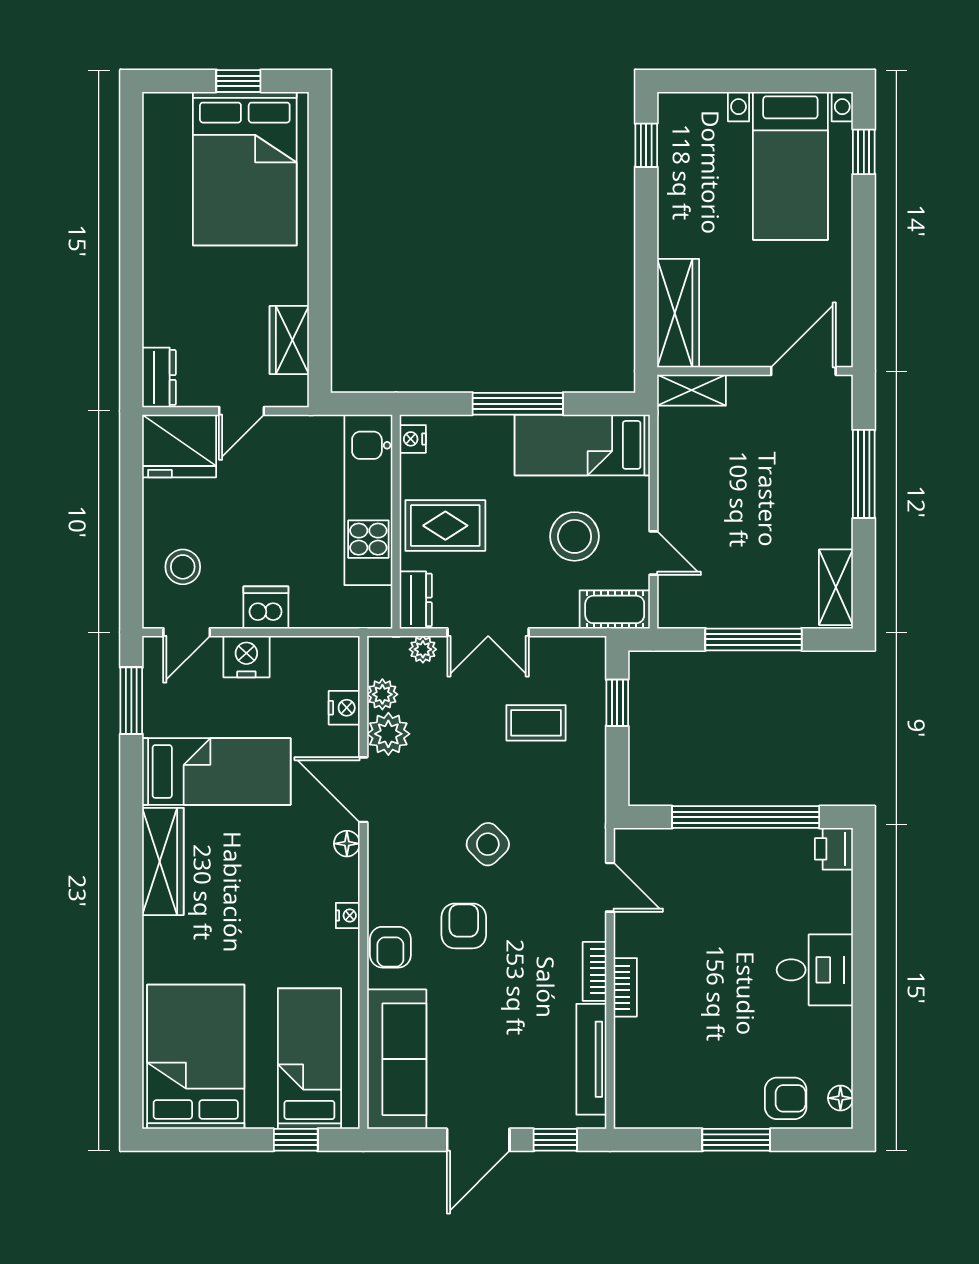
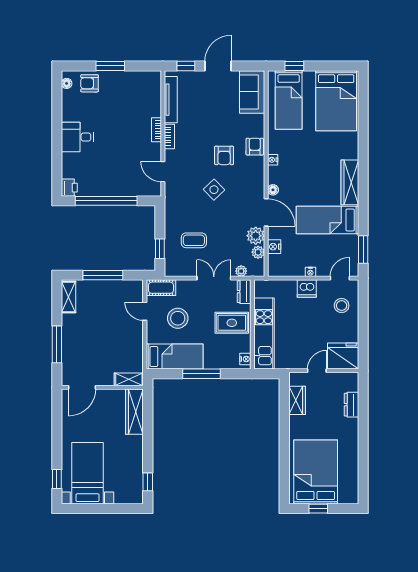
dresser: (159, 377) -> (351, 405), moved
nightstand: (246, 657) -> (310, 272), width x0.53, depth x0.56
sofa: (397, 1059) -> (252, 92), width x0.73

